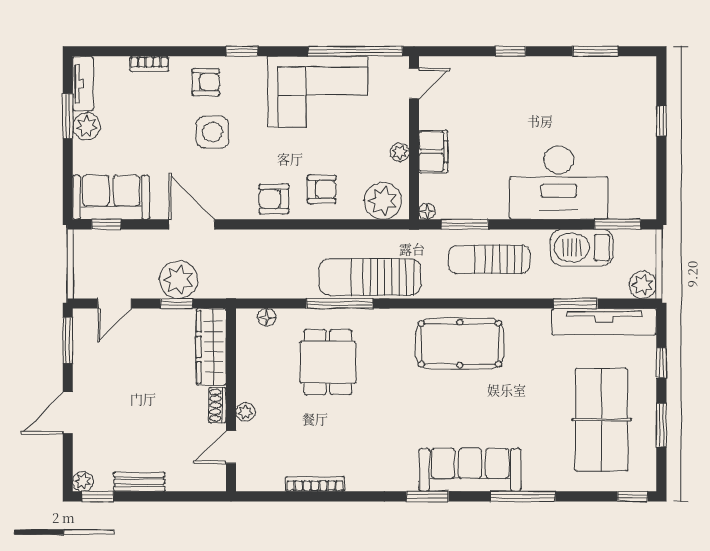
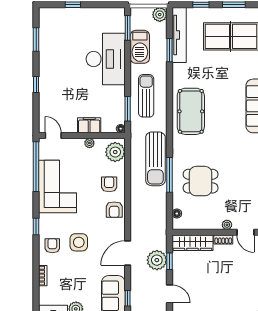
sun lounger: (489, 259) -> (146, 96), turned 180

